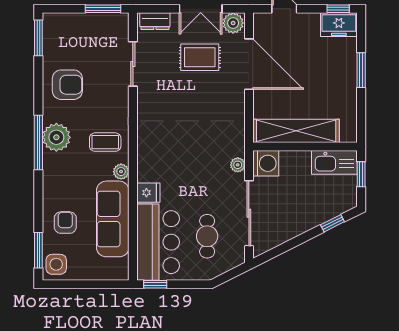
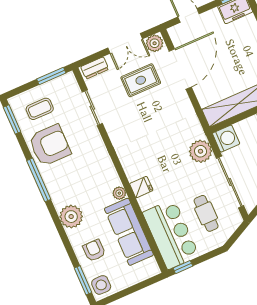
door: (249, 64) -> (180, 69), hinge flipped
armchair: (67, 85) -> (50, 145), width x1.36, depth x1.36
plant: (56, 137) -> (71, 217), moved
window: (38, 142) -> (39, 180), moved
coffee table: (105, 142) -> (40, 109), moved
plant: (238, 165) -> (201, 151), width x1.87, depth x1.87
fridge: (148, 193) -> (141, 187), moved

